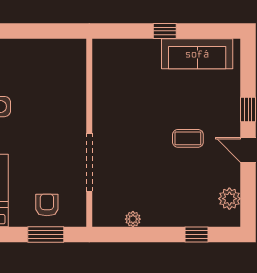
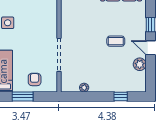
plant: (229, 199) -> (140, 64), moved
window: (46, 234) -> (23, 96), moved

